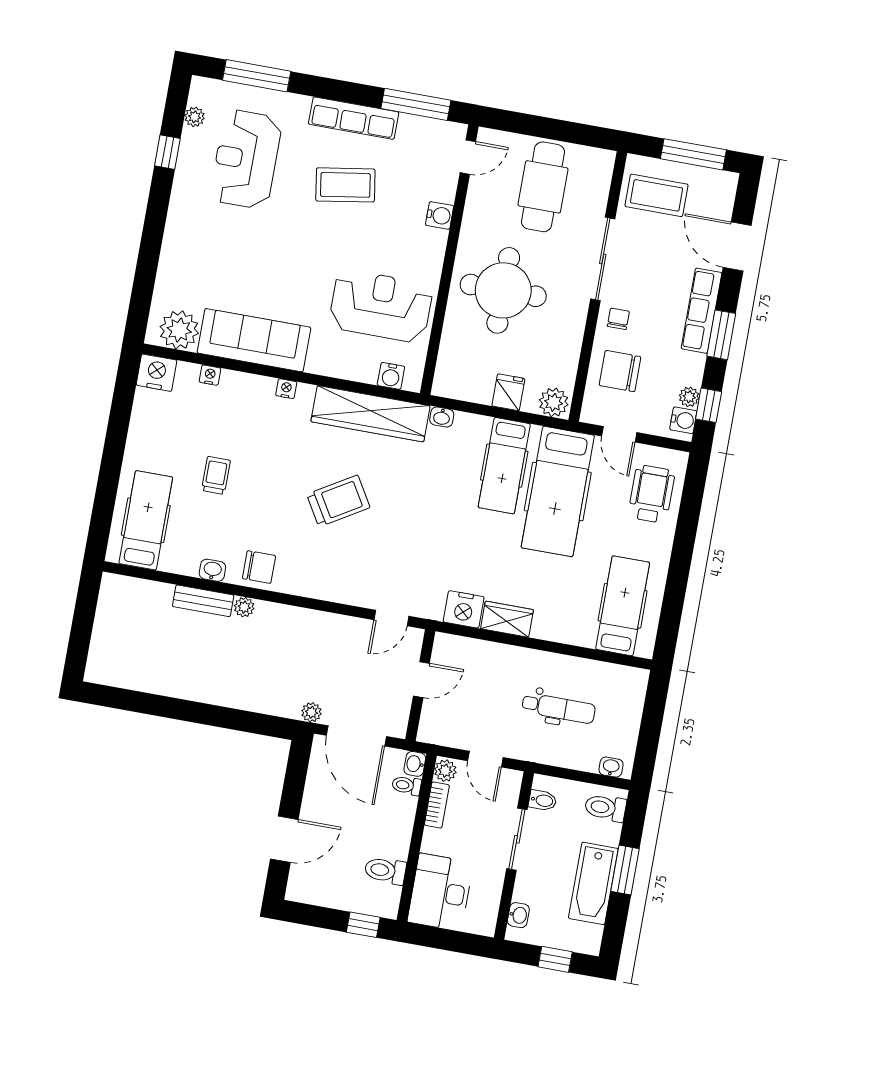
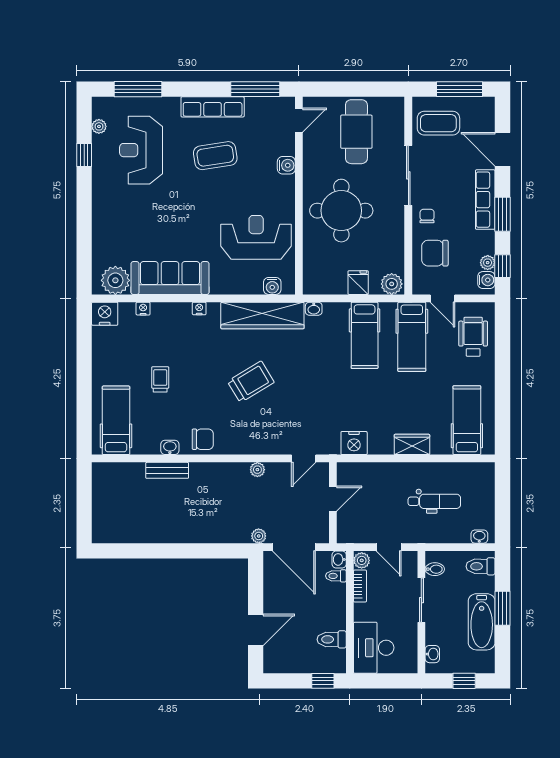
hospital bed: (558, 491) -> (412, 337), width x0.73, depth x0.78
plant: (244, 607) -> (257, 470), moved
wardrobe: (507, 619) -> (412, 444), moved

